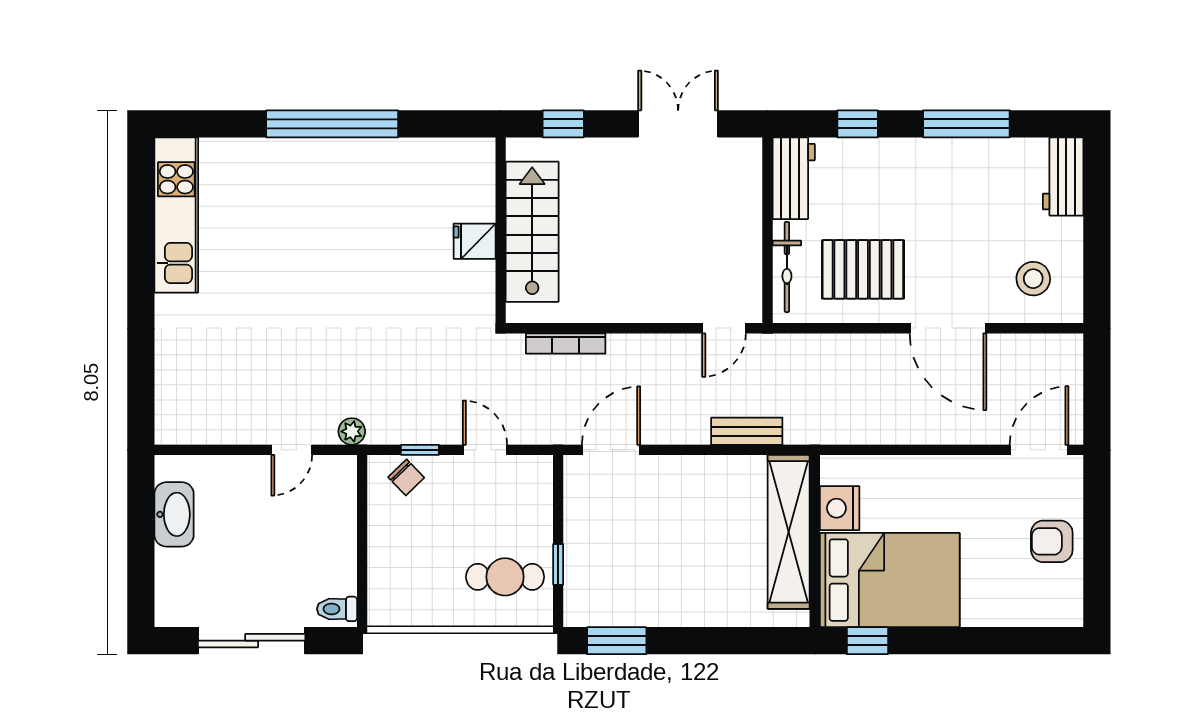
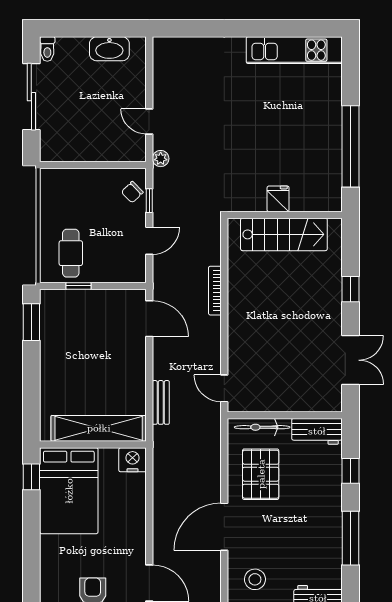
wall: (501, 230) -> (285, 215), moved
stairs: (532, 232) -> (284, 234), moved
fridge: (475, 241) -> (278, 199), moved
nightstand: (840, 508) -> (133, 460), moved
toilet: (337, 609) -> (47, 49), moved, turned 180

